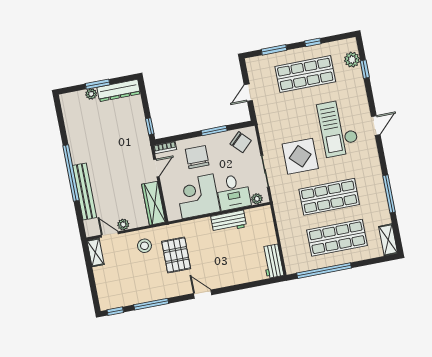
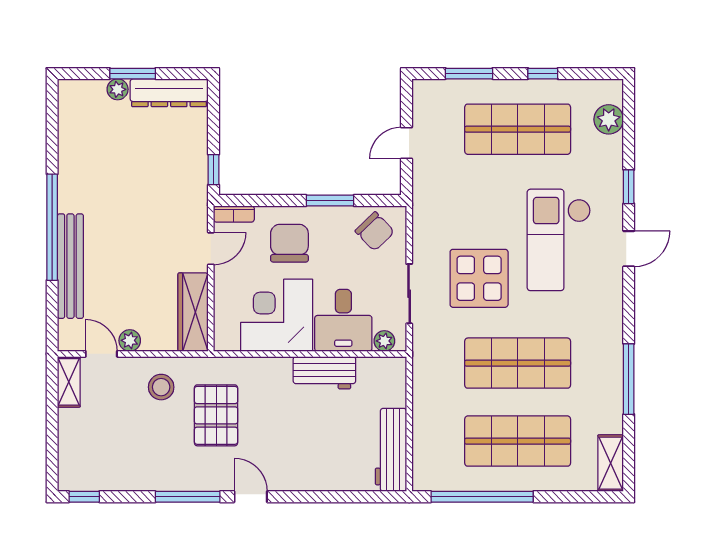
window: (365, 69) -> (629, 187), moved
workbench: (273, 261) -> (391, 450), width x1.38
window: (151, 304) -> (188, 497), moved

